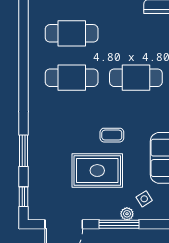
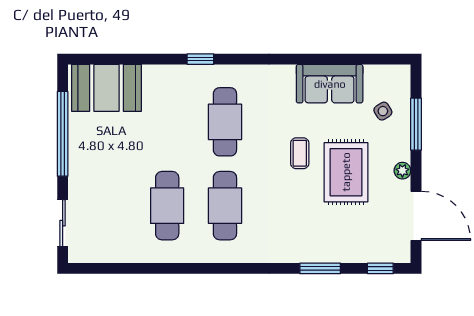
plant: (127, 214) -> (402, 171), moved
window: (119, 224) -> (416, 124), moved

